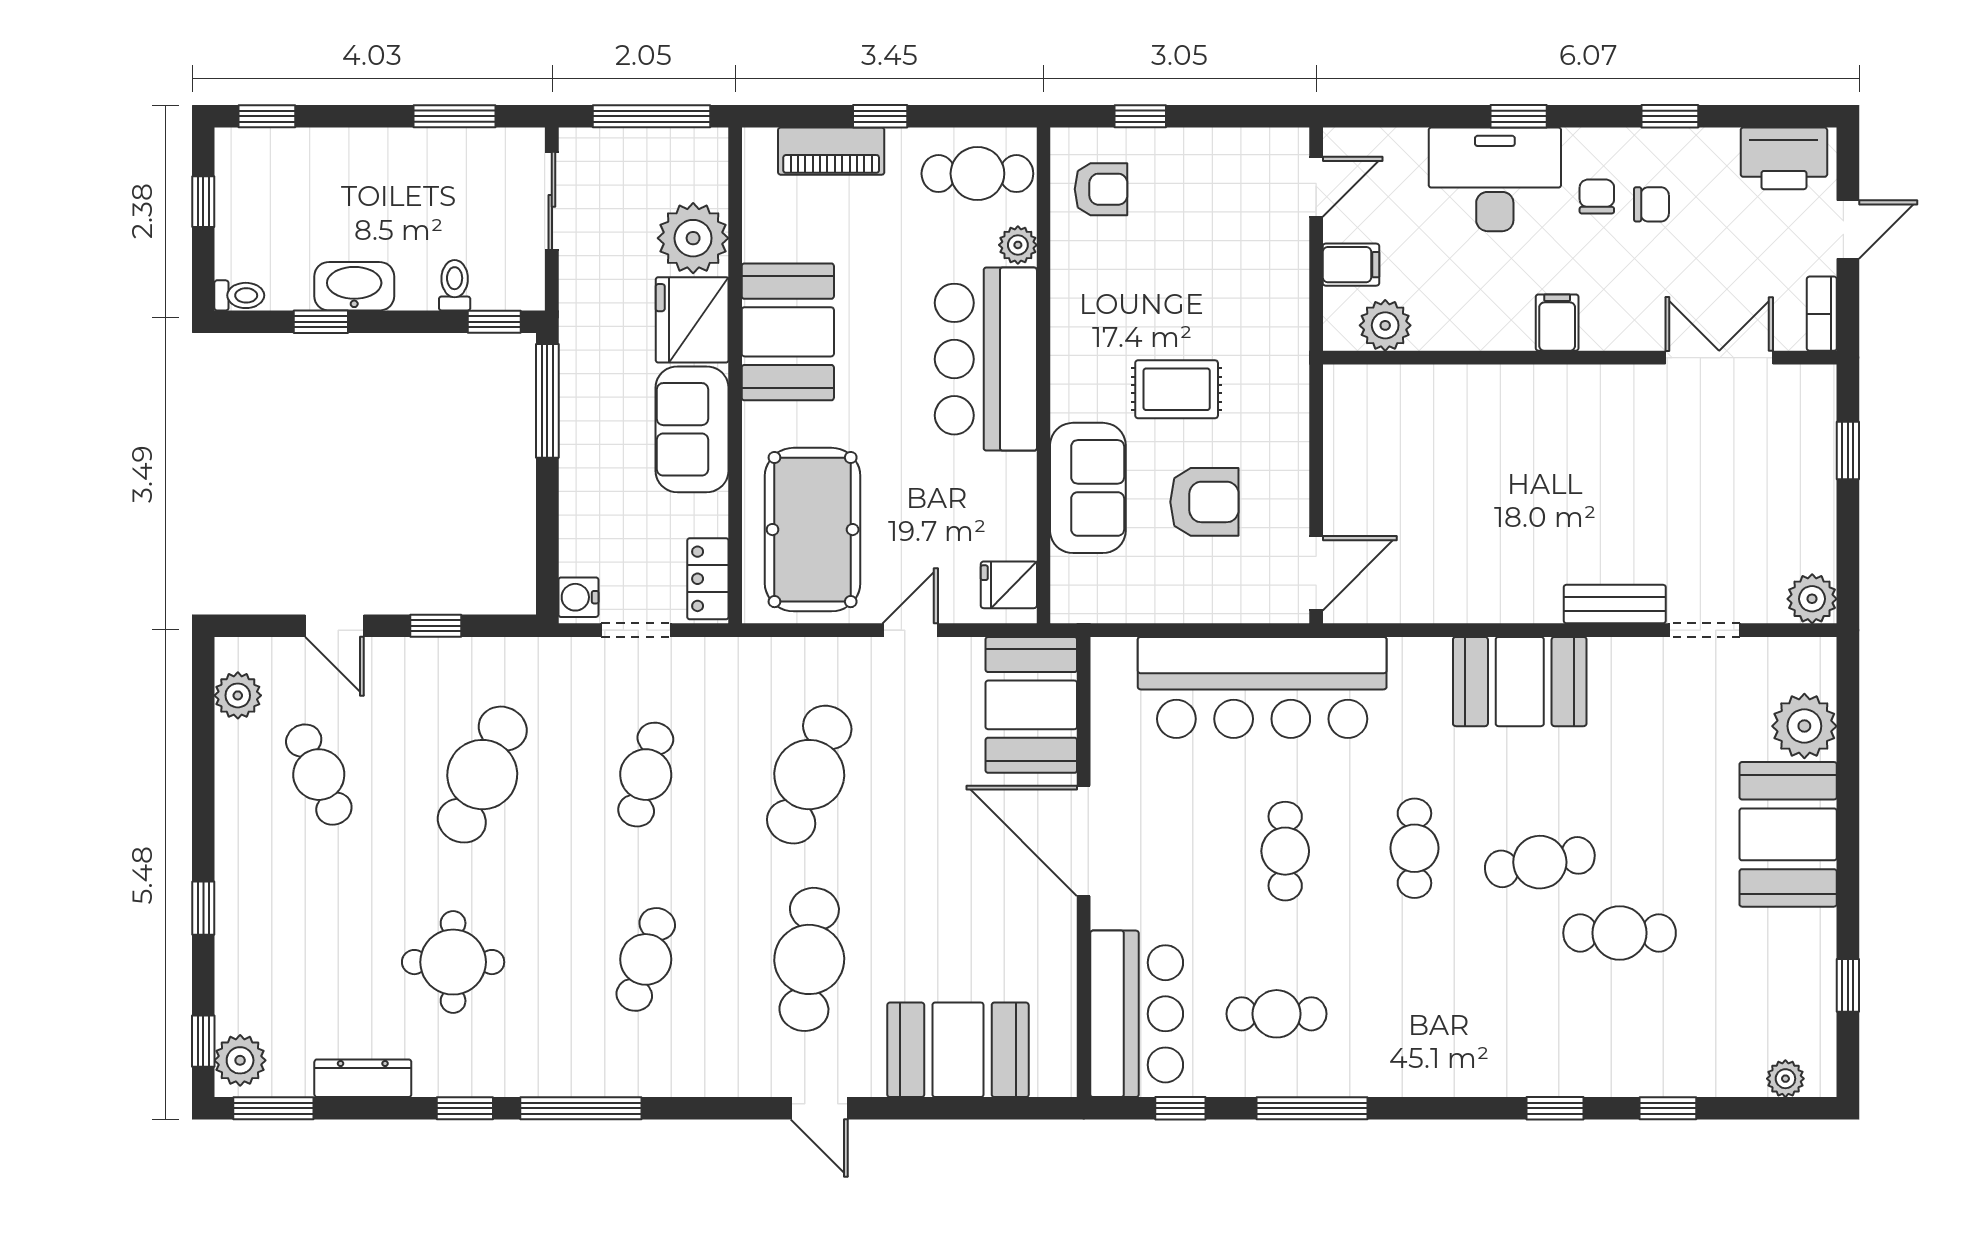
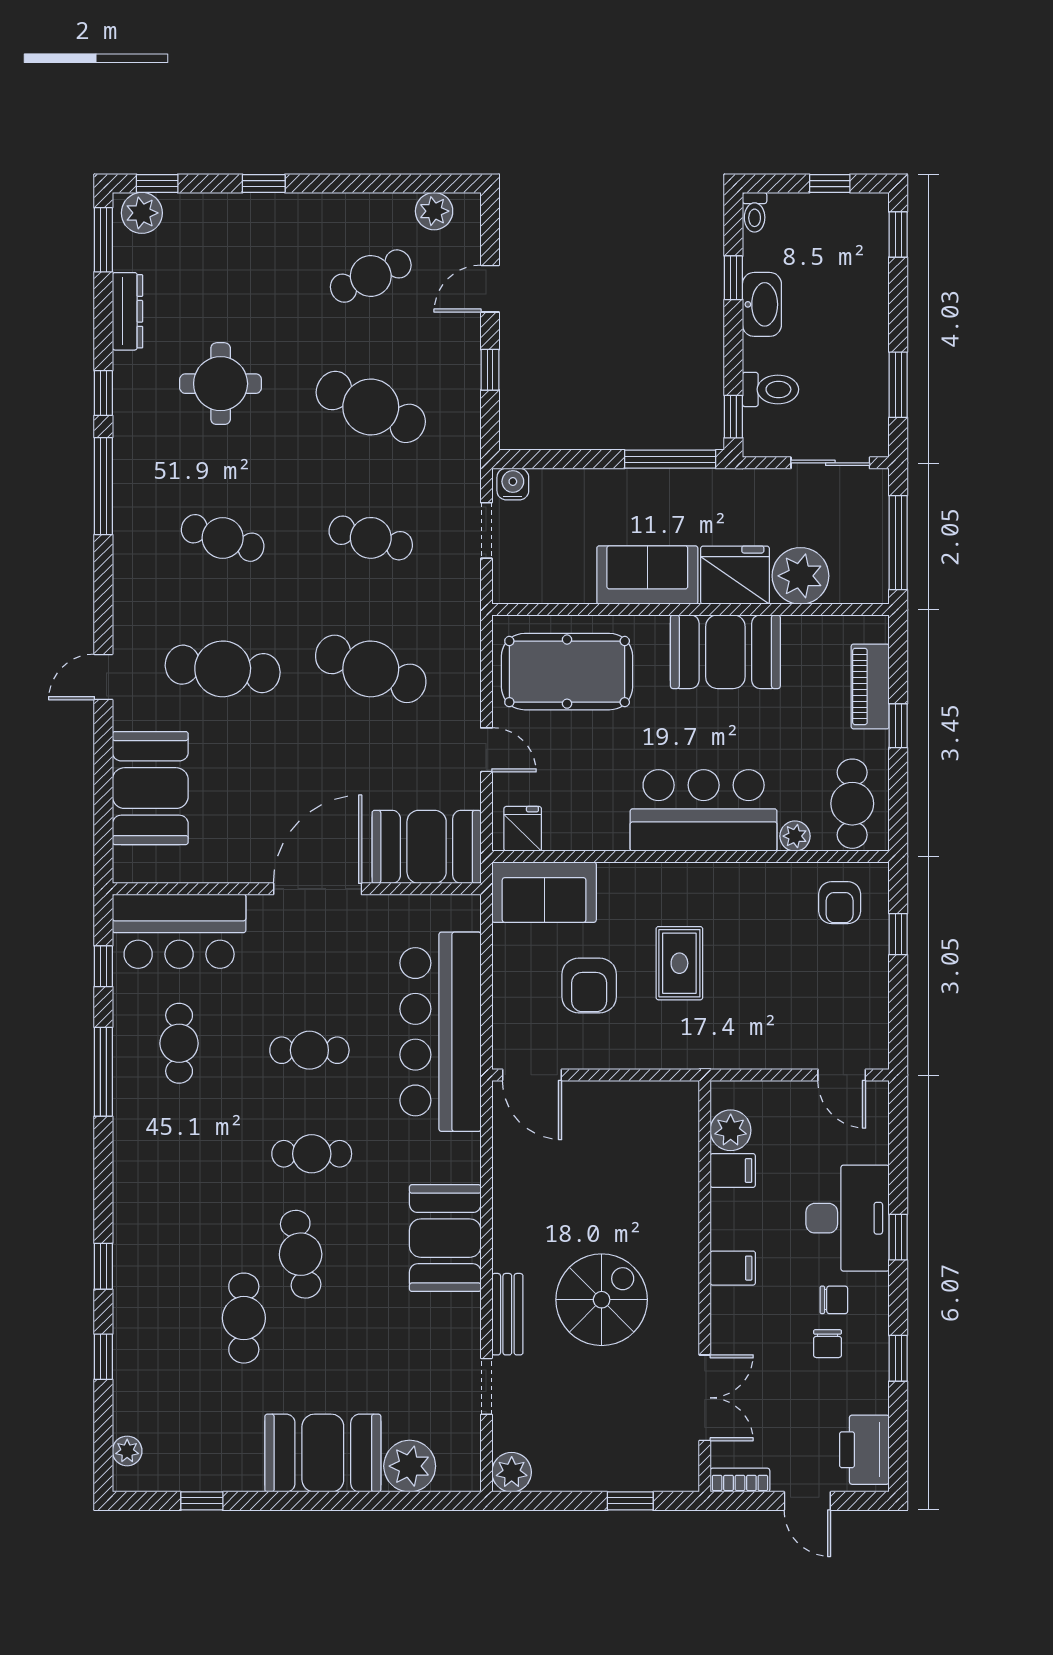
filing cabinet: (1351, 265) -> (733, 1170), moved, turned -90
toilet: (455, 285) -> (771, 389), width x1.37, depth x1.39
spiral stairs: (1597, 486) -> (602, 1300), added
sofa: (1088, 488) -> (544, 892), moved
locker: (708, 579) -> (528, 588), removed

